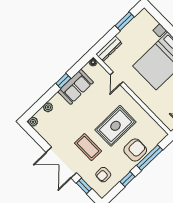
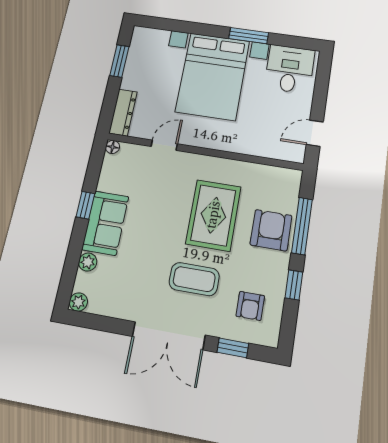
door: (117, 78) -> (164, 145), swing flipped
sofa: (76, 87) -> (105, 223), moved

